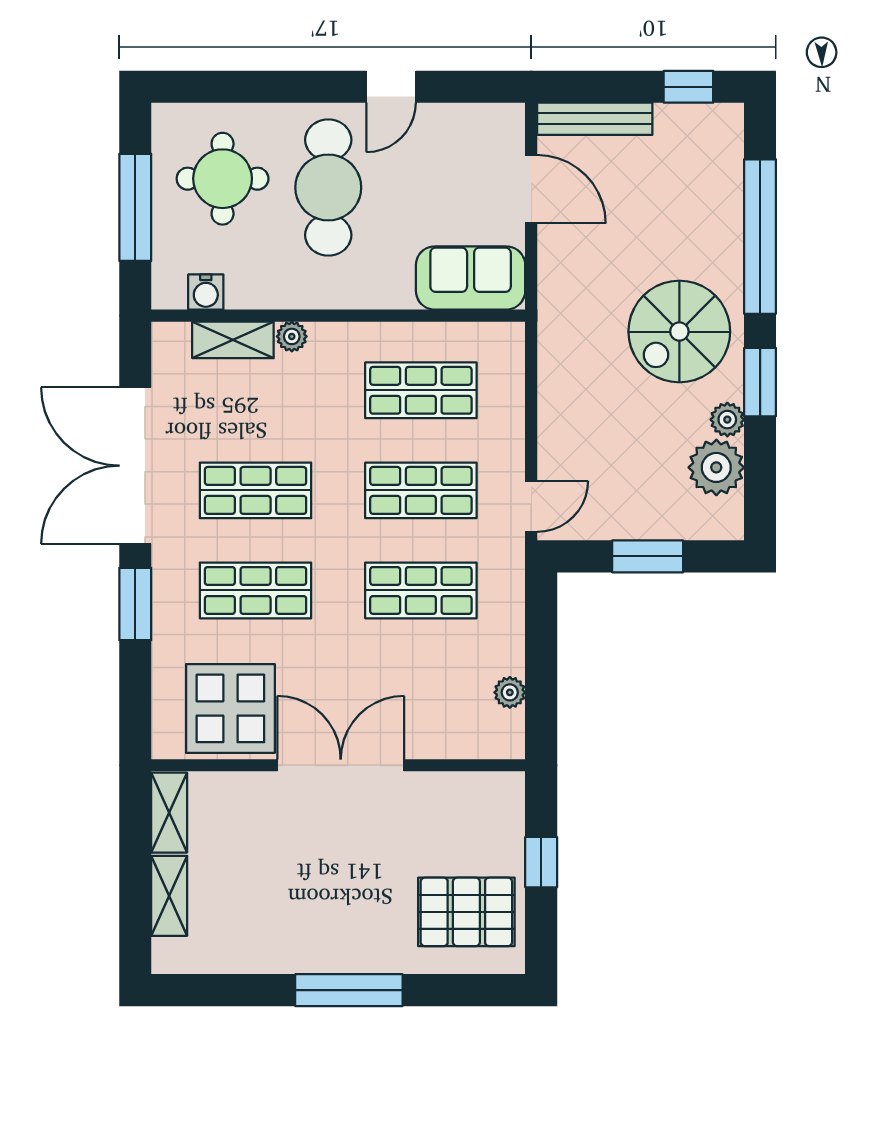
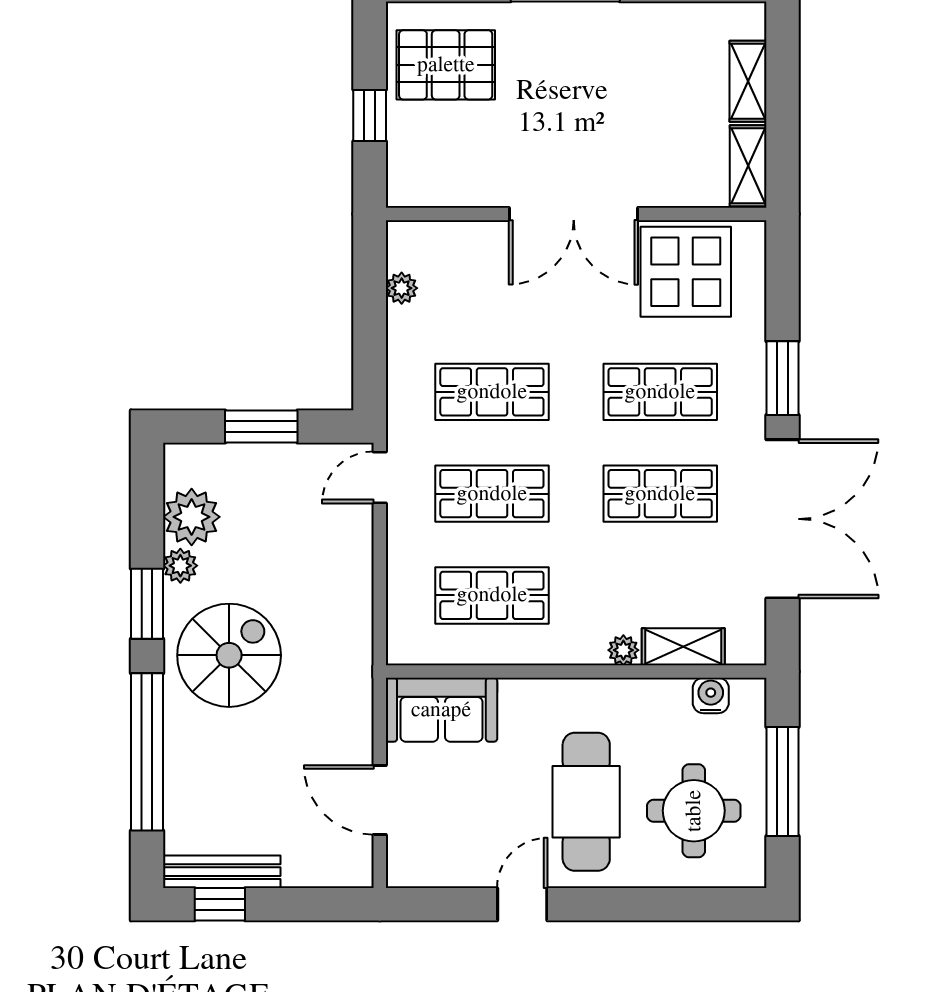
bench: (595, 119) -> (222, 872), moved

